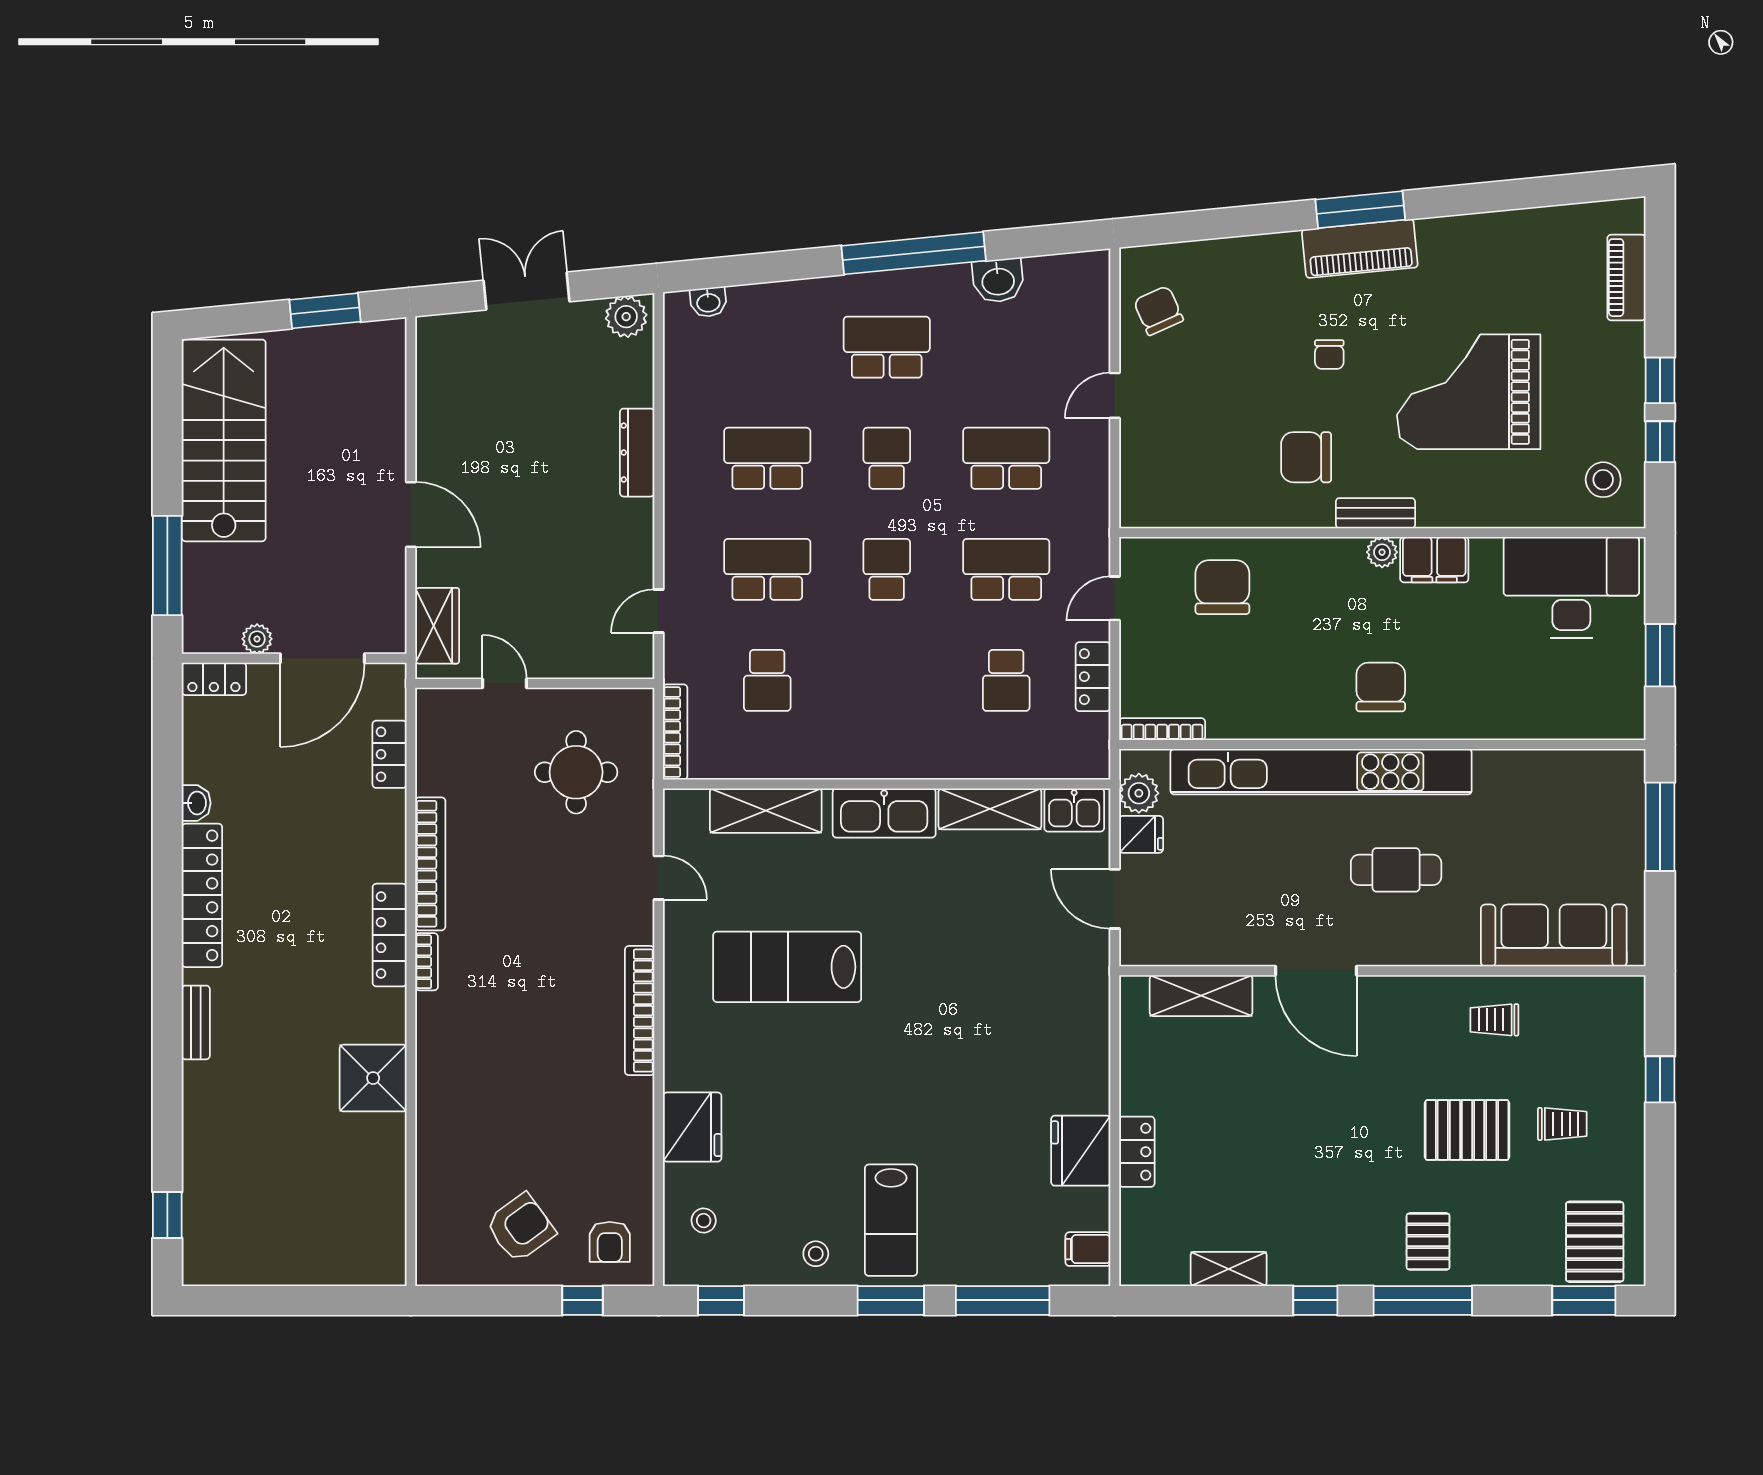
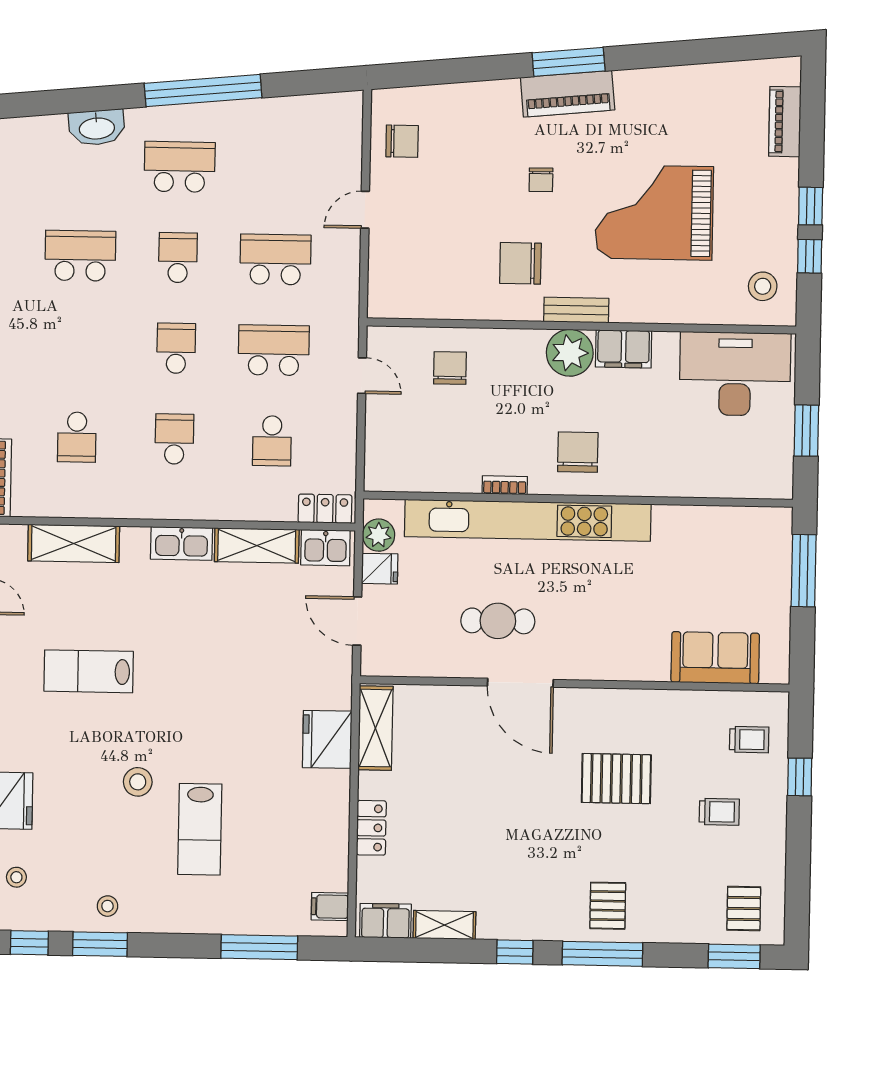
washbasin: (998, 280) -> (272, 114), removed
washbasin: (708, 302) -> (97, 127), moved, width x1.91, depth x1.45
chair: (1158, 311) -> (402, 141), turned 114
plant: (1382, 552) -> (570, 353), width x1.87, depth x1.87
school desk: (767, 569) -> (174, 439), moved, width x0.54
chair: (1222, 587) -> (450, 368), width x0.73, depth x0.73
door: (1115, 598) -> (362, 376), swing flipped
locker: (1093, 677) -> (325, 509), moved, turned 90
bookcase: (1162, 729) -> (505, 485), moved, width x0.64
kitchen sink: (884, 813) -> (181, 543), width x0.73, depth x0.81
cafe table: (1396, 870) -> (498, 621), moved
sofa: (1554, 935) -> (715, 658), width x0.73
lab bench: (787, 967) -> (89, 671), width x0.73, depth x0.72
shelving: (1201, 996) -> (375, 728), moved, turned 90
trolley: (1494, 1020) -> (749, 740), moved, turned 180
stool: (850, 1101) -> (138, 782), added
pallet: (1467, 1130) -> (616, 779), moved
fridge: (1081, 1151) -> (327, 739), moved
lab bench: (891, 1220) -> (200, 829), moved
pallet: (1595, 1242) -> (744, 909), width x0.67, depth x0.71
filing cabinet: (1156, 1265) -> (385, 921), added
window: (891, 1300) -> (100, 944), moved

